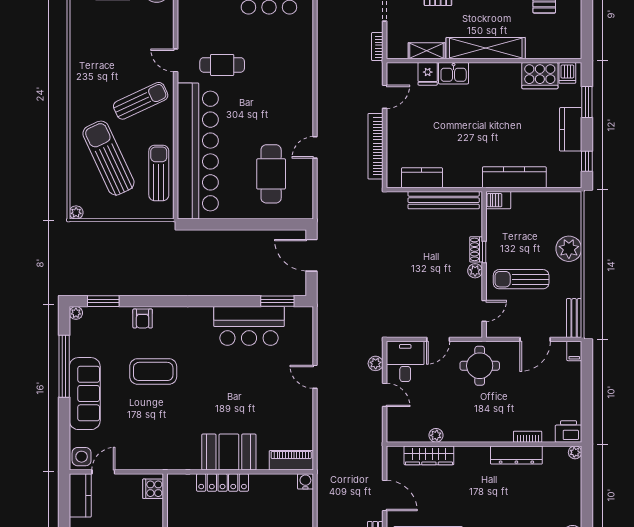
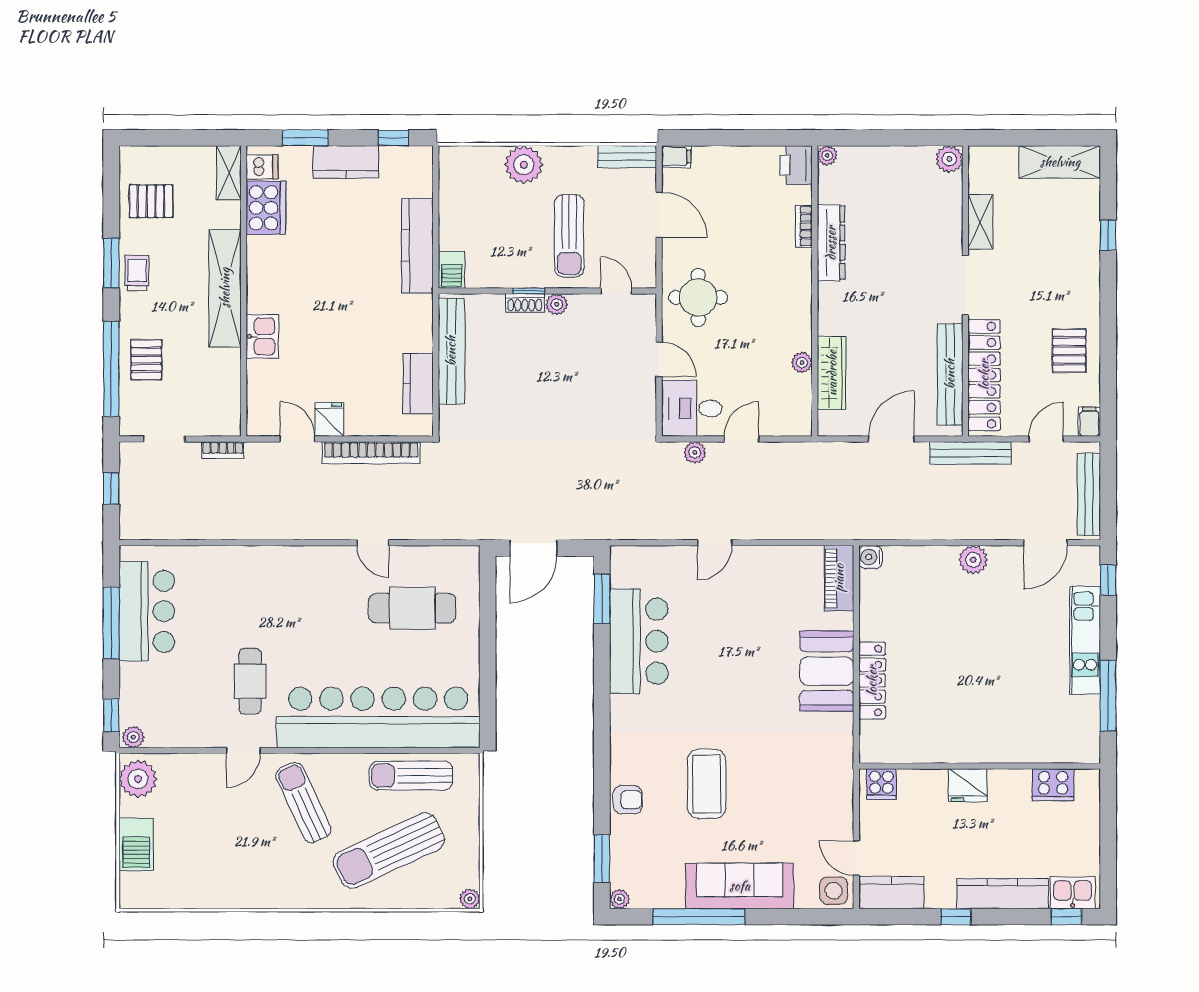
shelving: (427, 51) -> (229, 173), moved
fridge: (428, 74) -> (329, 419), moved, turned -90

